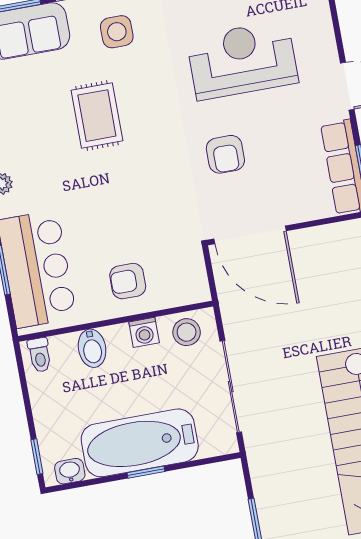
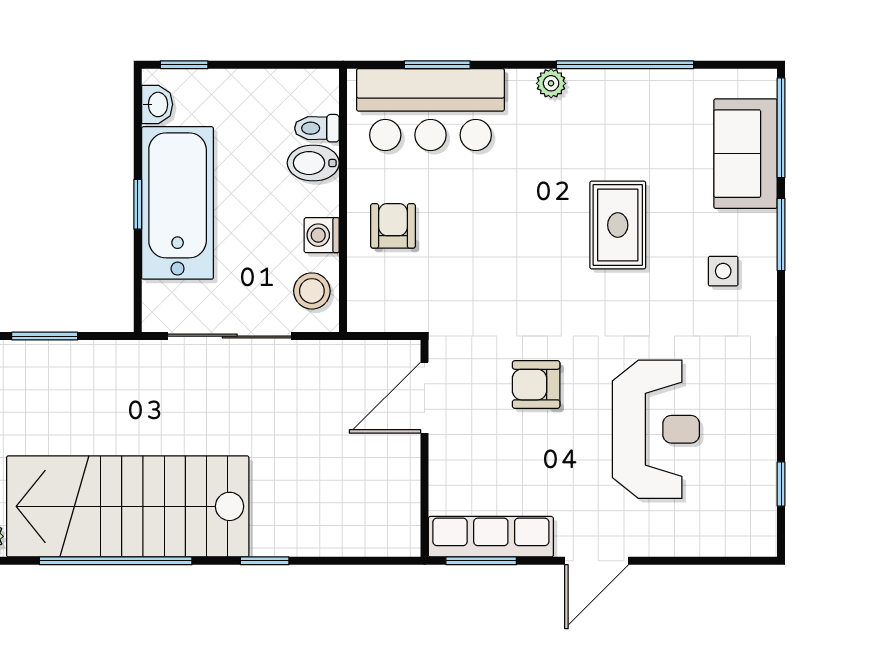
side table: (117, 32) -> (723, 271), width x0.73, depth x0.73
rug: (97, 116) -> (618, 225), turned 90
door: (250, 235) -> (424, 398), width x0.73
toilet: (40, 355) -> (317, 128), moved

